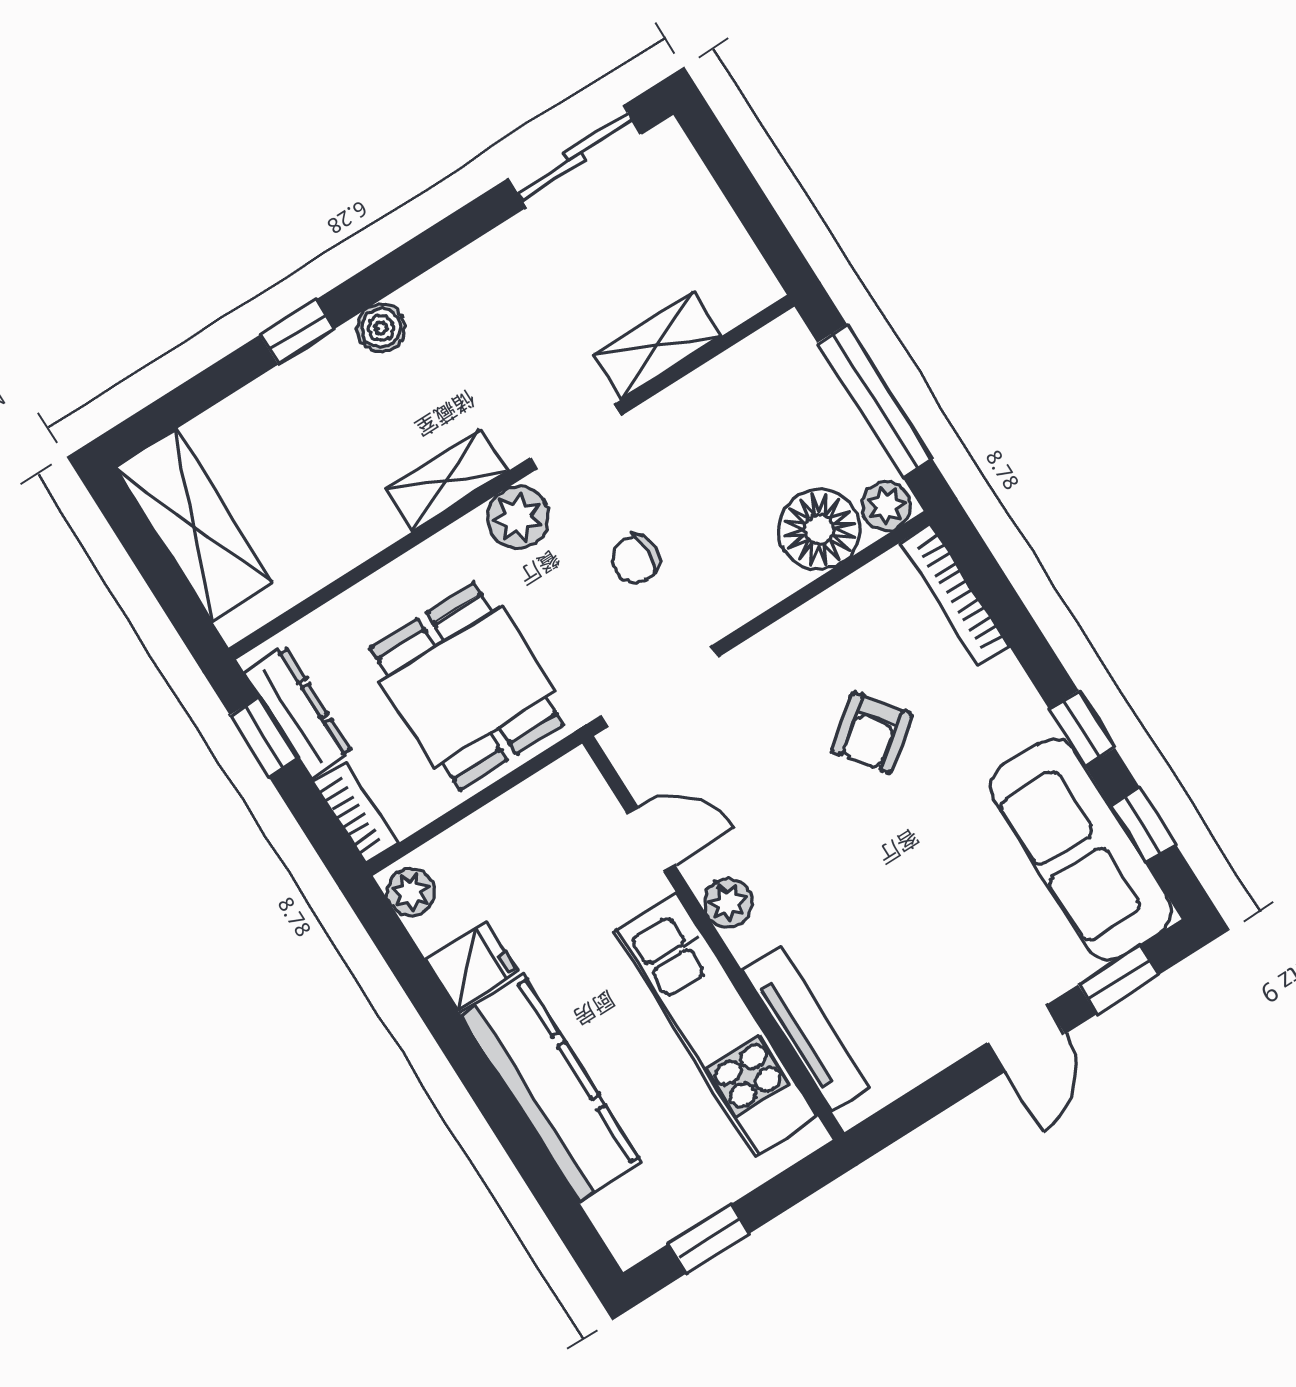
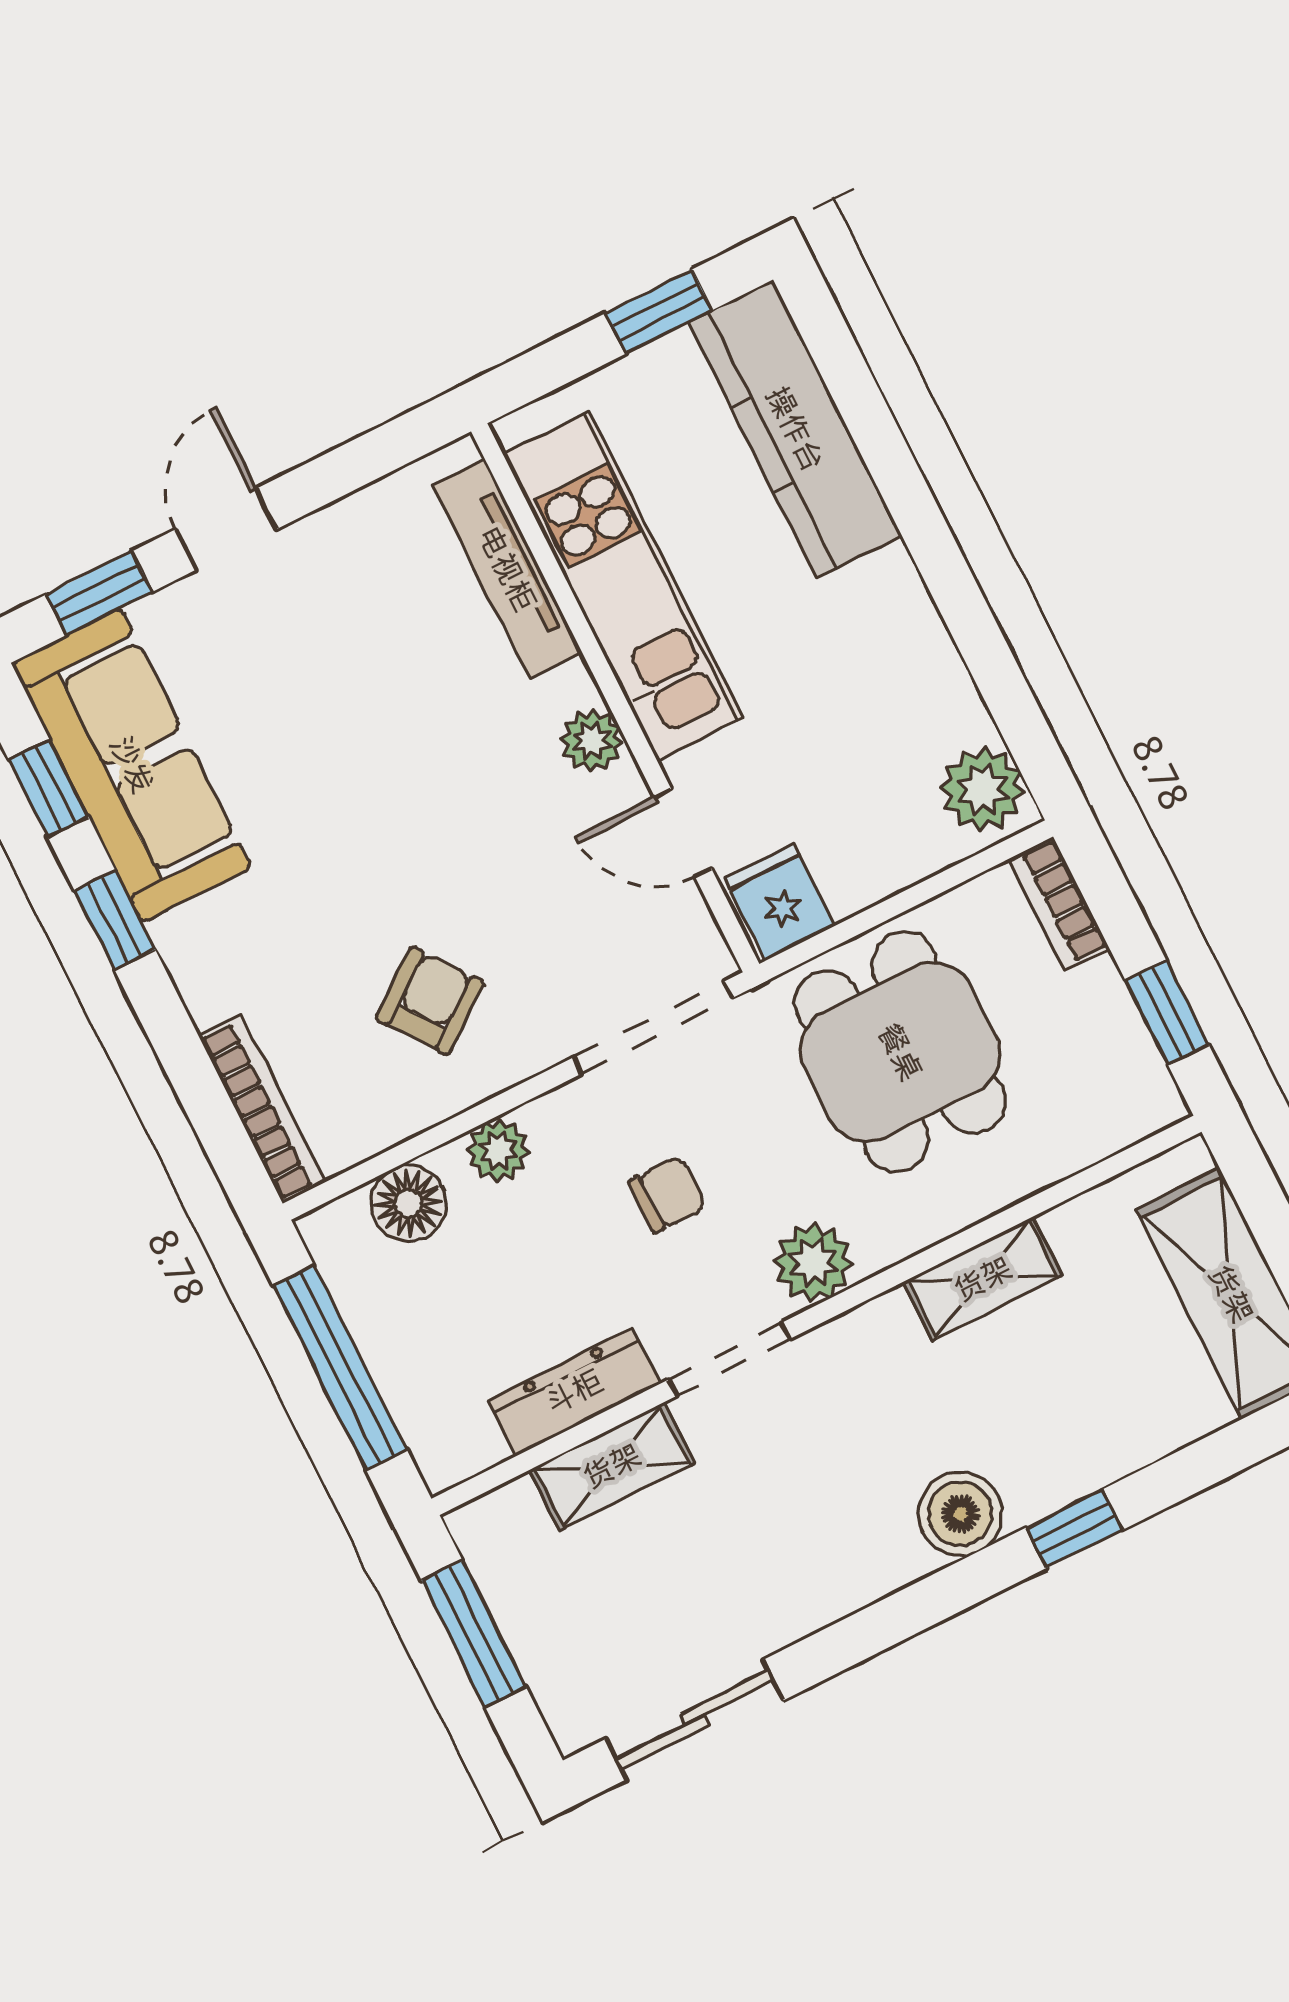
window: (752, 206) -> (474, 1634), added
boiler: (381, 328) -> (960, 1514), width x1.36, depth x1.36
shelving: (446, 480) -> (983, 1279), moved
plant: (886, 506) -> (498, 1151), moved
floor lamp: (819, 529) -> (408, 1203), width x0.73, depth x0.73
dresser: (298, 712) -> (574, 1392), moved, turned 90
armchair: (872, 733) -> (430, 1001), moved
plant: (411, 892) -> (983, 789), width x1.38, depth x1.38
fridge: (472, 966) -> (779, 902), moved, turned 90
kitchen counter: (551, 1088) -> (795, 429), moved

